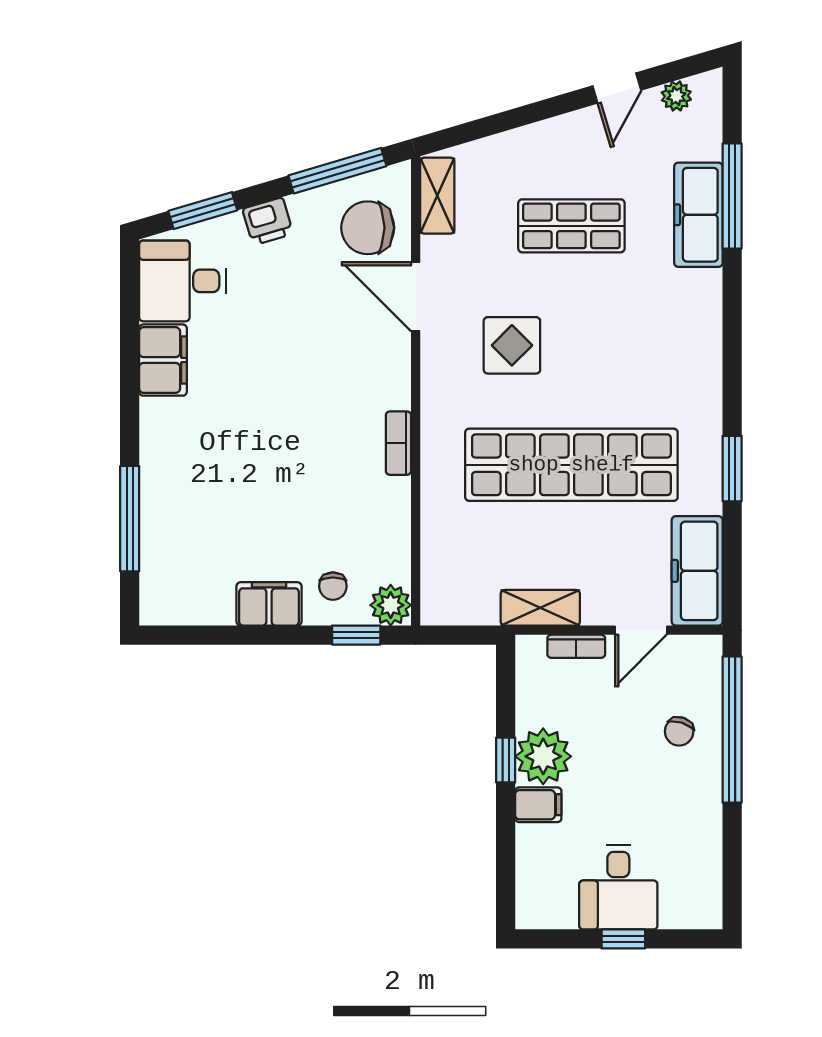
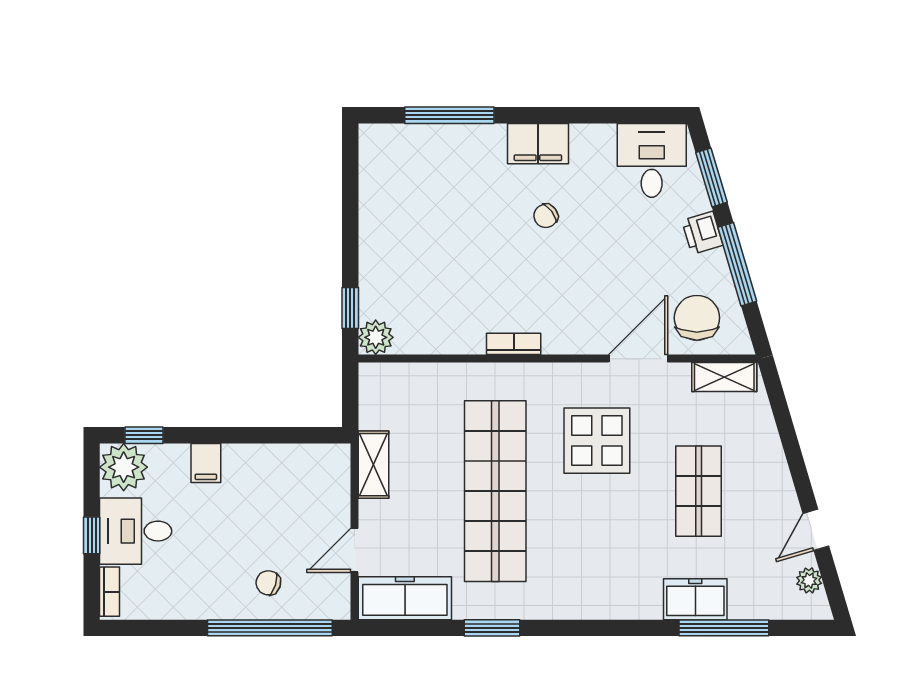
door: (617, 88) -> (816, 530), hinge flipped
window: (337, 171) -> (737, 264), moved
freezer: (698, 215) -> (695, 599), width x0.71
display table: (512, 345) -> (597, 441), width x1.36, depth x1.36
filing cabinet: (163, 360) -> (538, 144), moved
chair: (333, 586) -> (546, 216), moved, turned -37
filing cabinet: (269, 604) -> (377, 234), removed
door: (641, 630) -> (354, 550), hinge flipped
bookcase: (576, 646) -> (110, 592), moved, turned 180
plant: (543, 756) -> (124, 467), moved
window: (506, 760) -> (144, 435), moved

